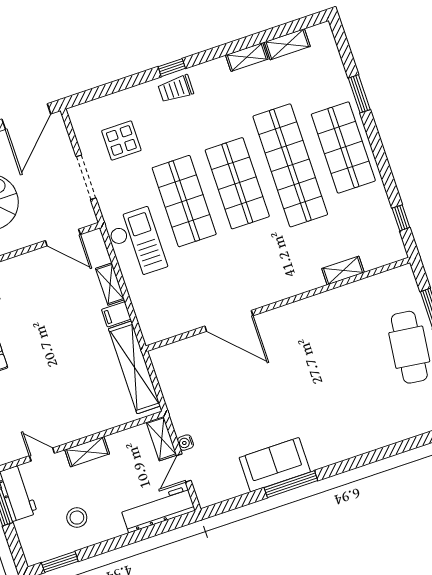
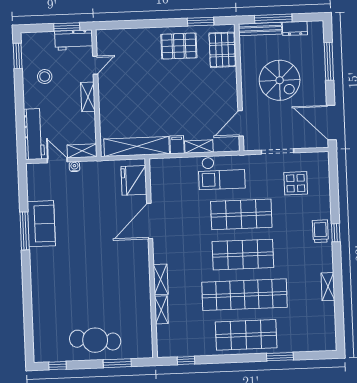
shelving: (287, 44) -> (161, 279), moved
fridge: (181, 358) -> (134, 180), added

